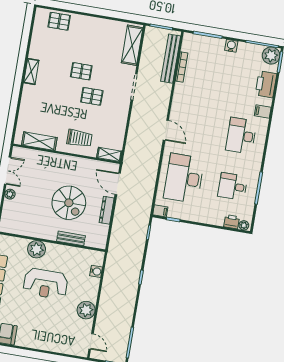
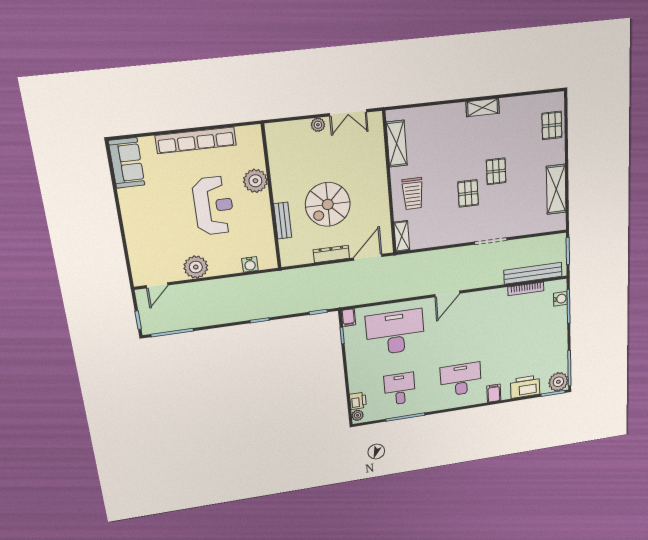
shelving: (132, 45) -> (556, 189), moved, turned 90
water cooler: (231, 46) -> (560, 299), moved
reception desk: (46, 284) -> (214, 206), turned 180

